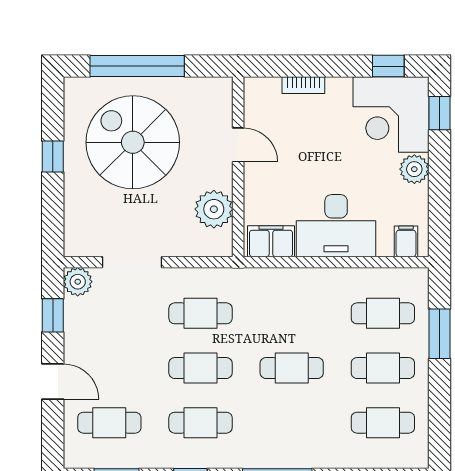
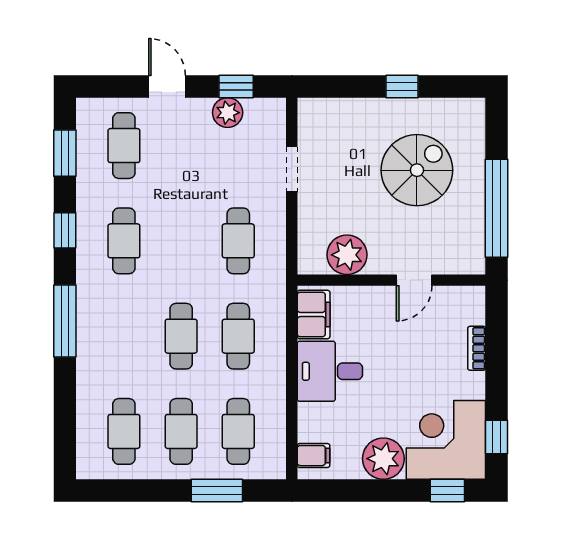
window: (137, 66) -> (497, 208), moved
spiral stairs: (133, 142) -> (417, 170), width x0.73, depth x0.73
plant: (414, 169) -> (383, 459), width x1.36, depth x1.36
desk: (336, 226) -> (330, 371), width x0.73
doorway: (132, 262) -> (292, 169), width x0.73
plant: (78, 282) -> (228, 113), moved
cafe table: (201, 368) -> (238, 336), moved
door: (53, 381) -> (167, 86), swing flipped

